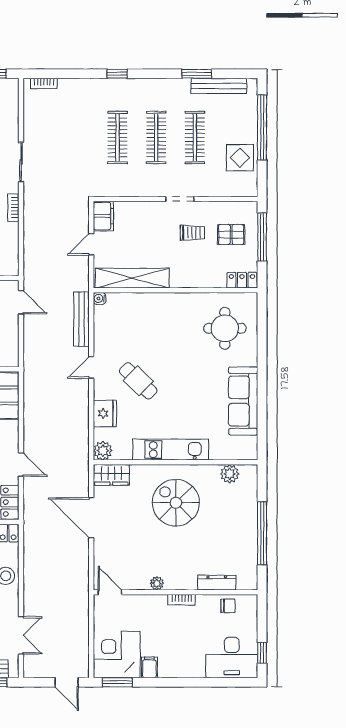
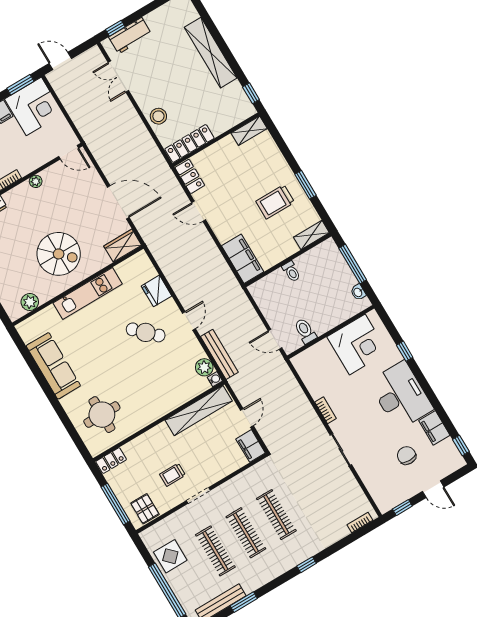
pallet: (231, 235) -> (145, 509), moved, turned 90
plant: (103, 451) -> (204, 367), moved

